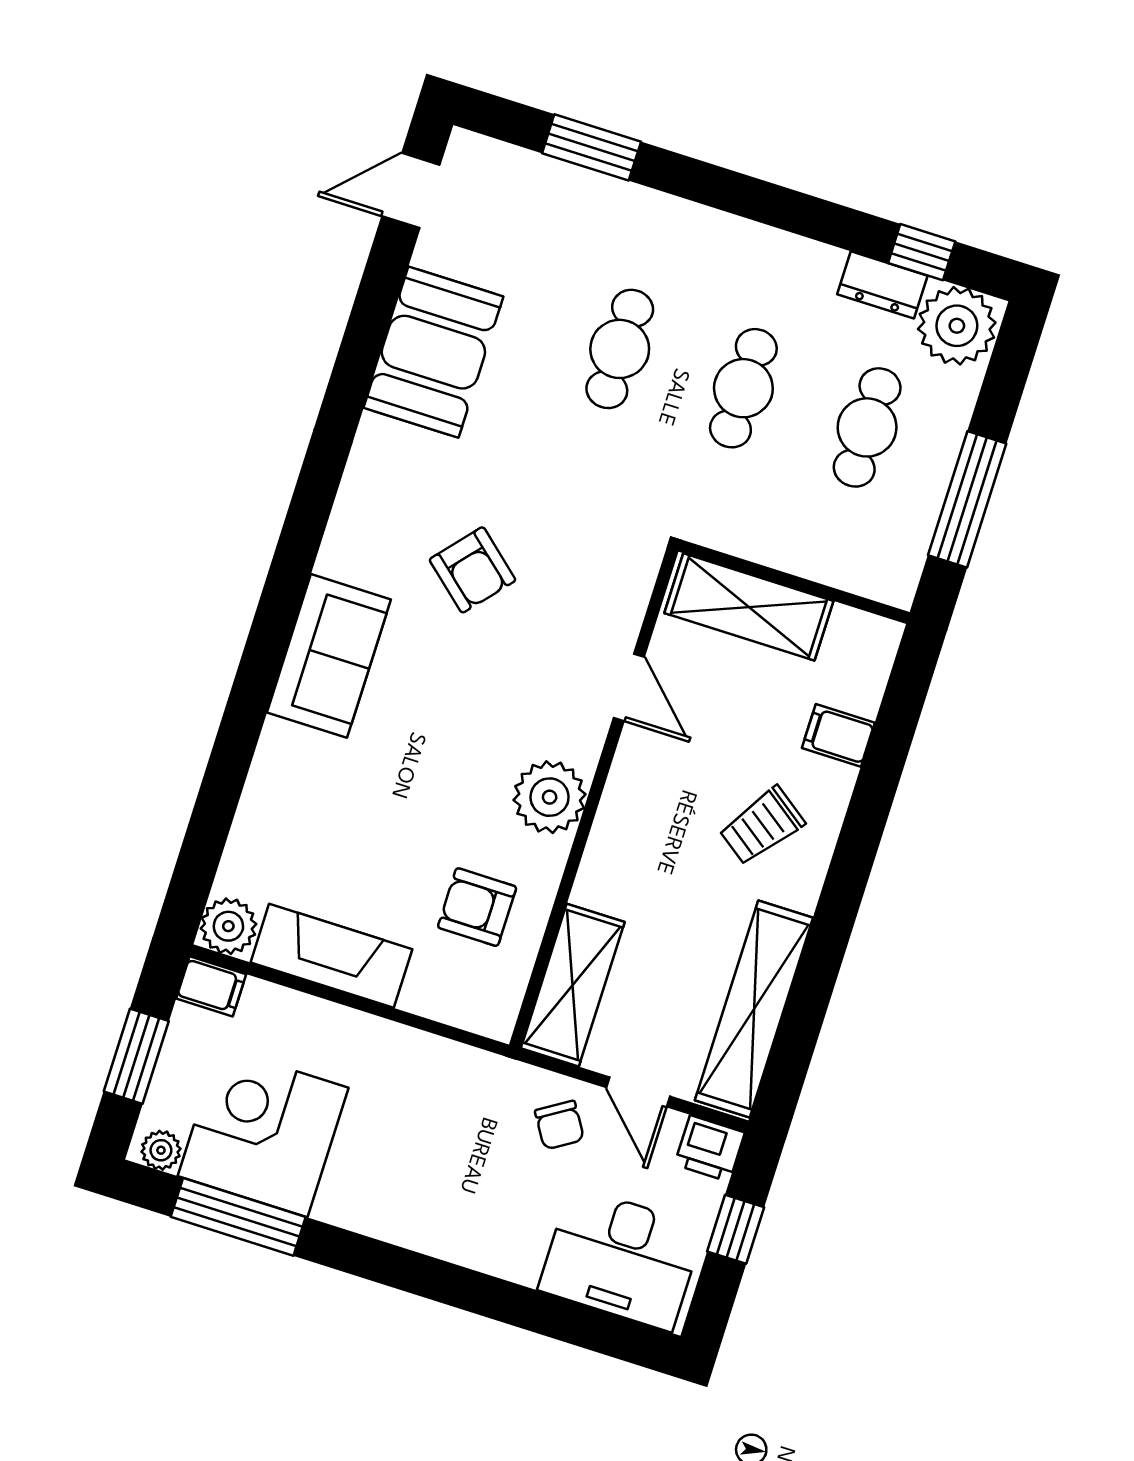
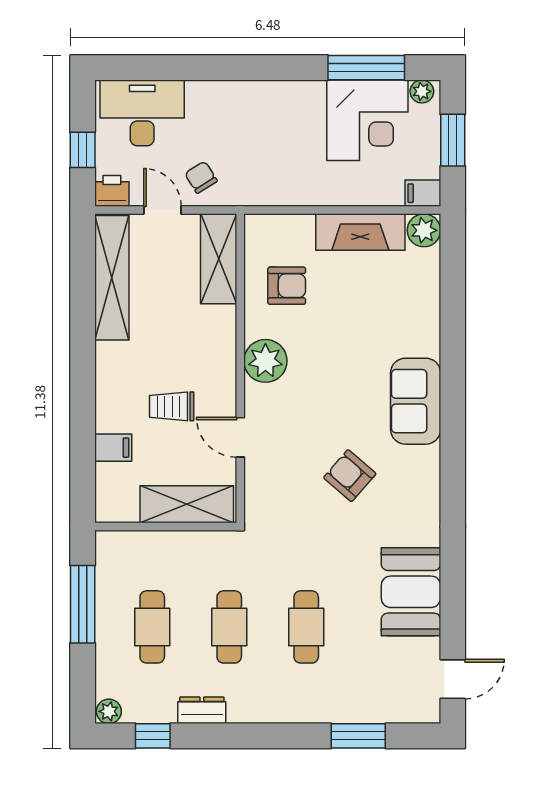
dresser: (882, 285) -> (202, 710), moved
plant: (957, 326) -> (109, 711), width x0.53, depth x0.53
trolley: (762, 826) -> (172, 406), moved, turned -126

